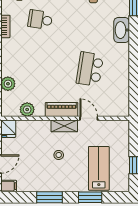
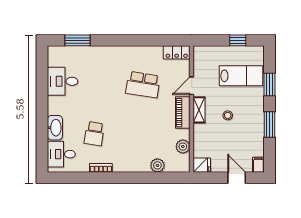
washbasin: (122, 30) -> (104, 53), removed
locker: (123, 103) -> (177, 52), added
lab bench: (99, 168) -> (241, 76), turned 180

